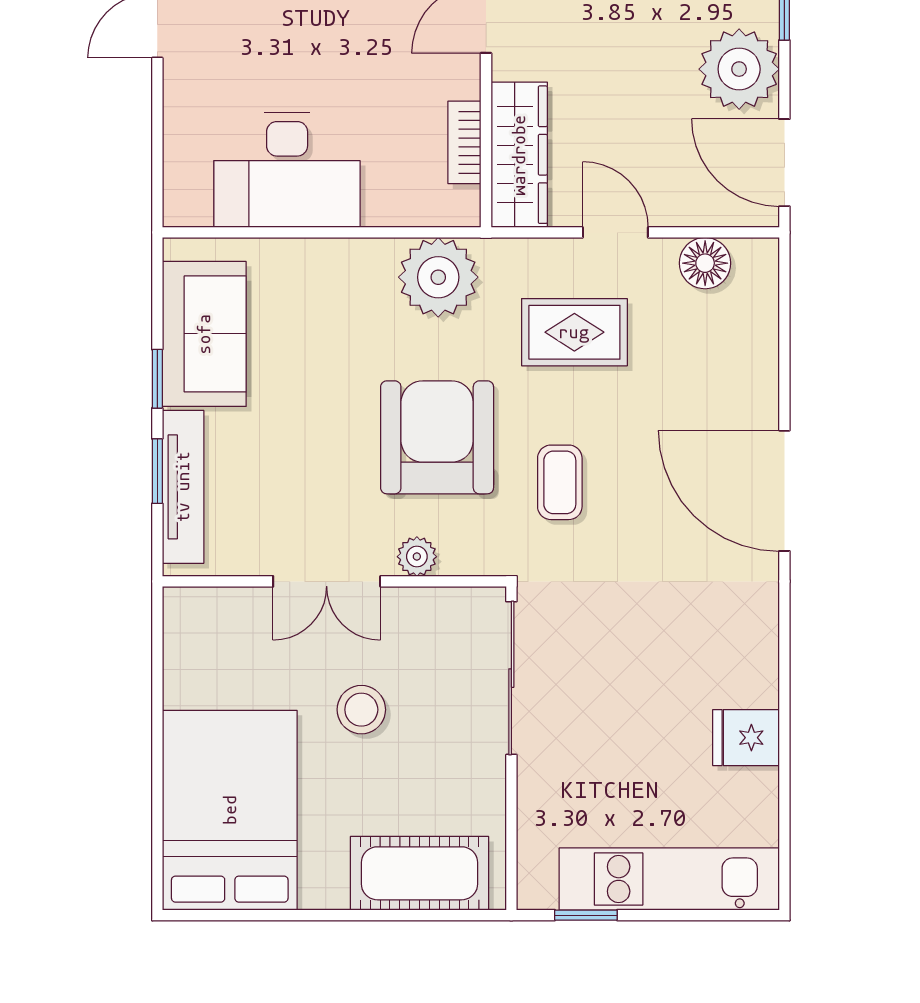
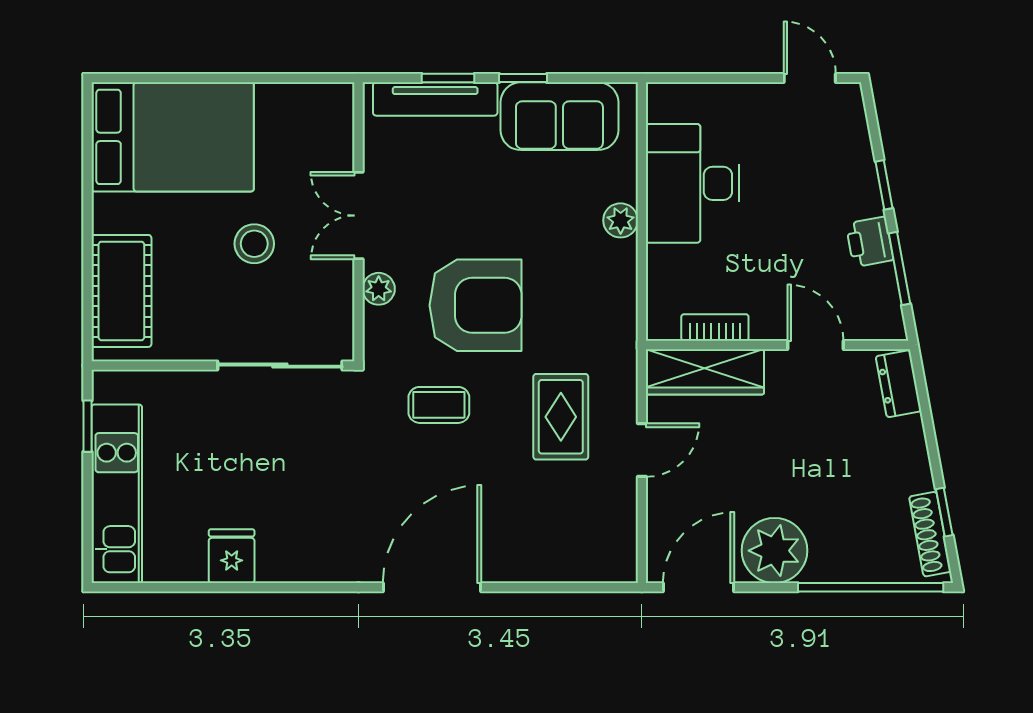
floor lamp: (705, 263) -> (617, 523), removed
plant: (438, 277) -> (621, 220), moved, width x0.53, depth x0.53

